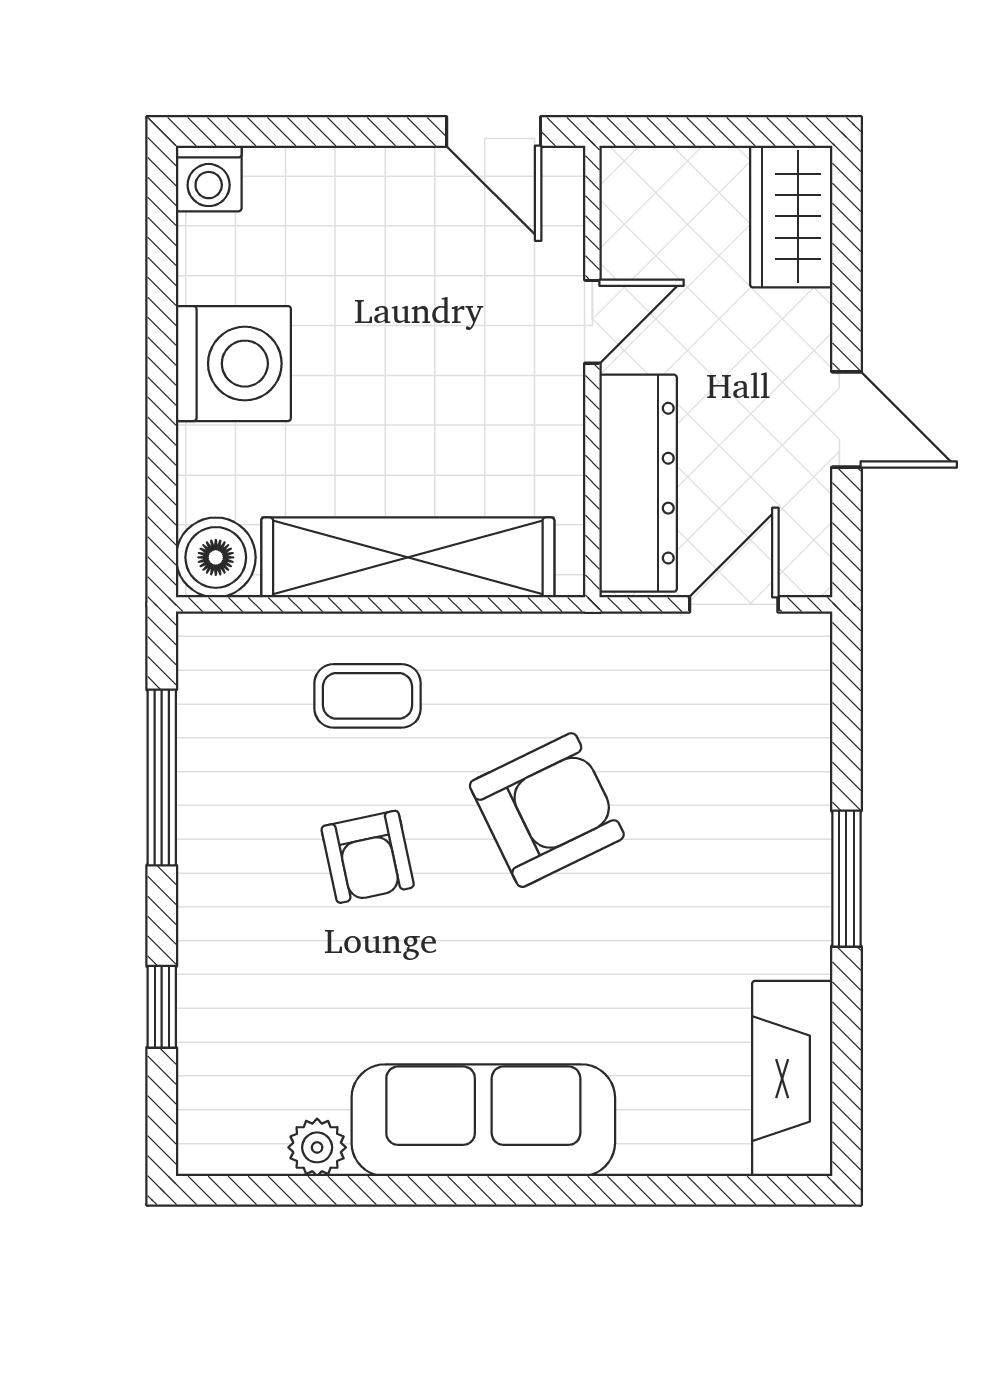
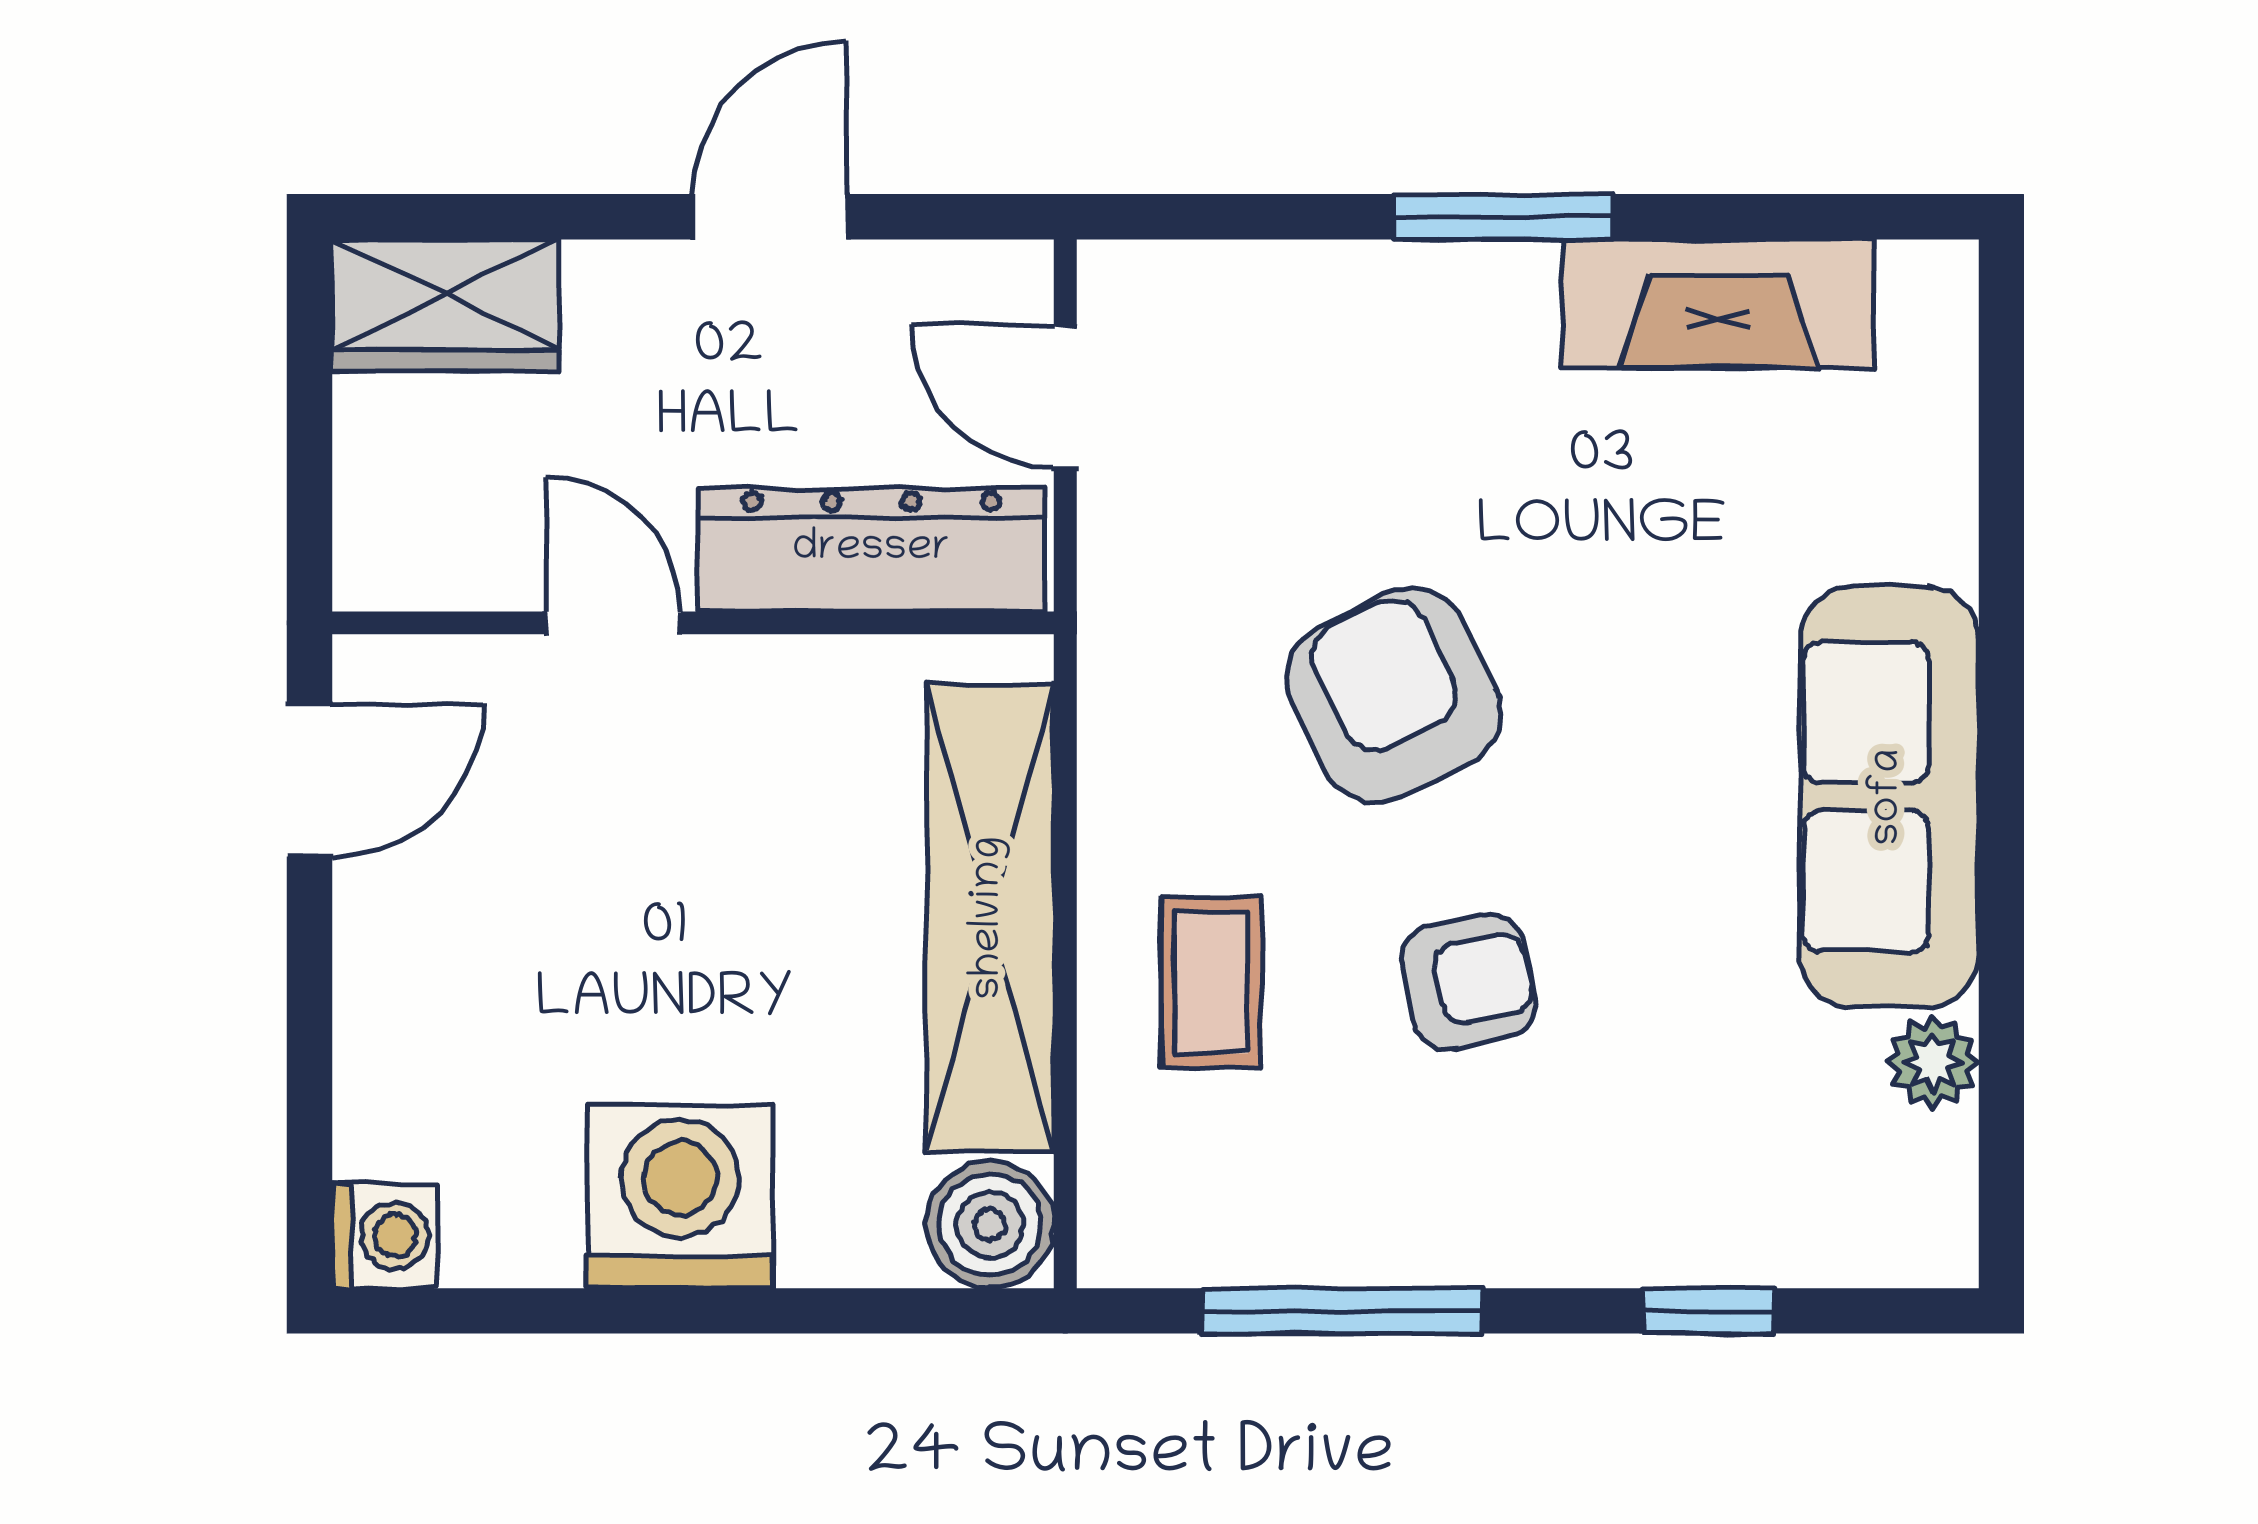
fireplace: (792, 1079) -> (1718, 304), moved

